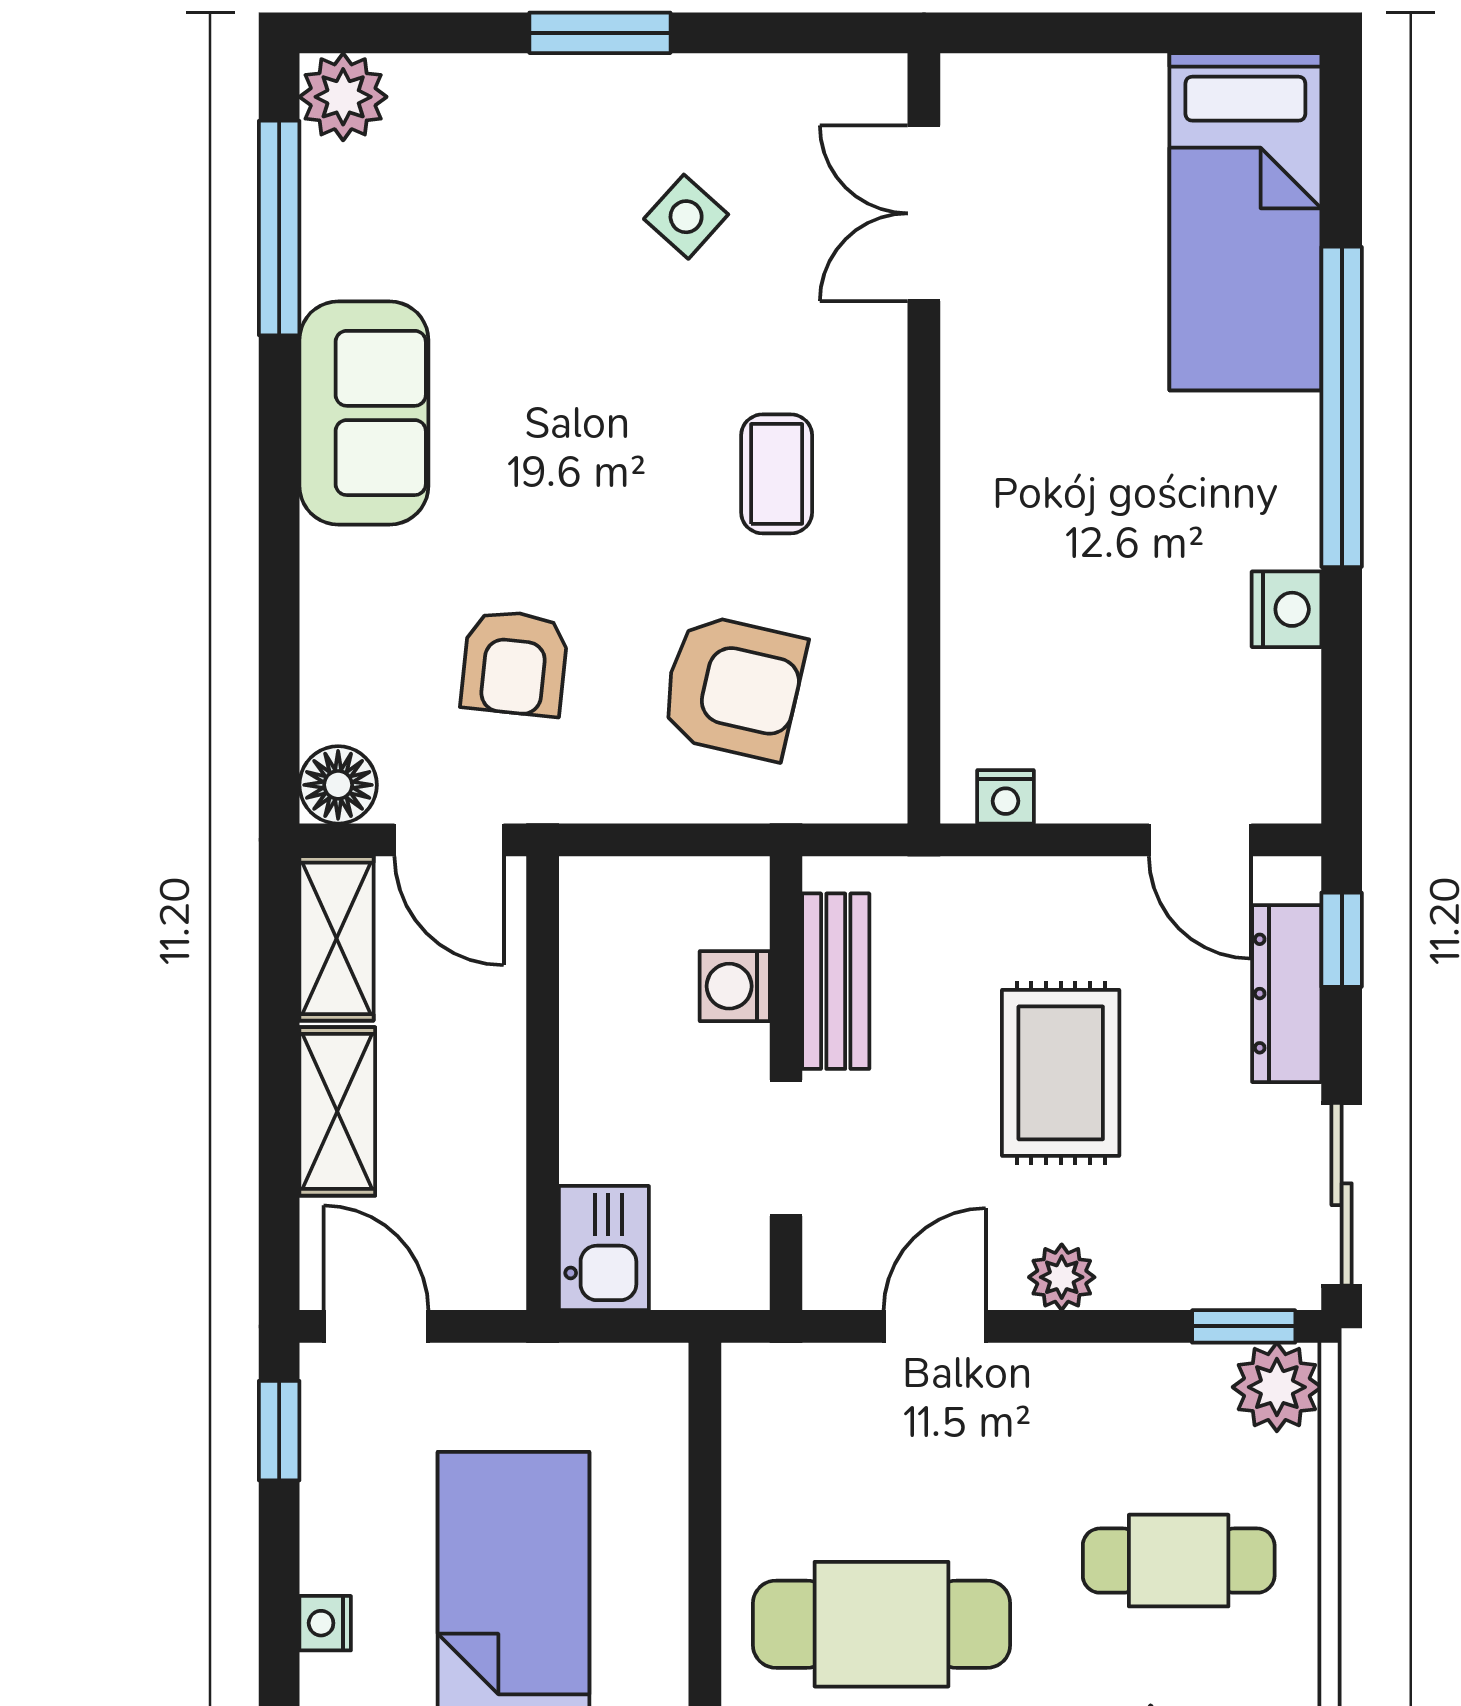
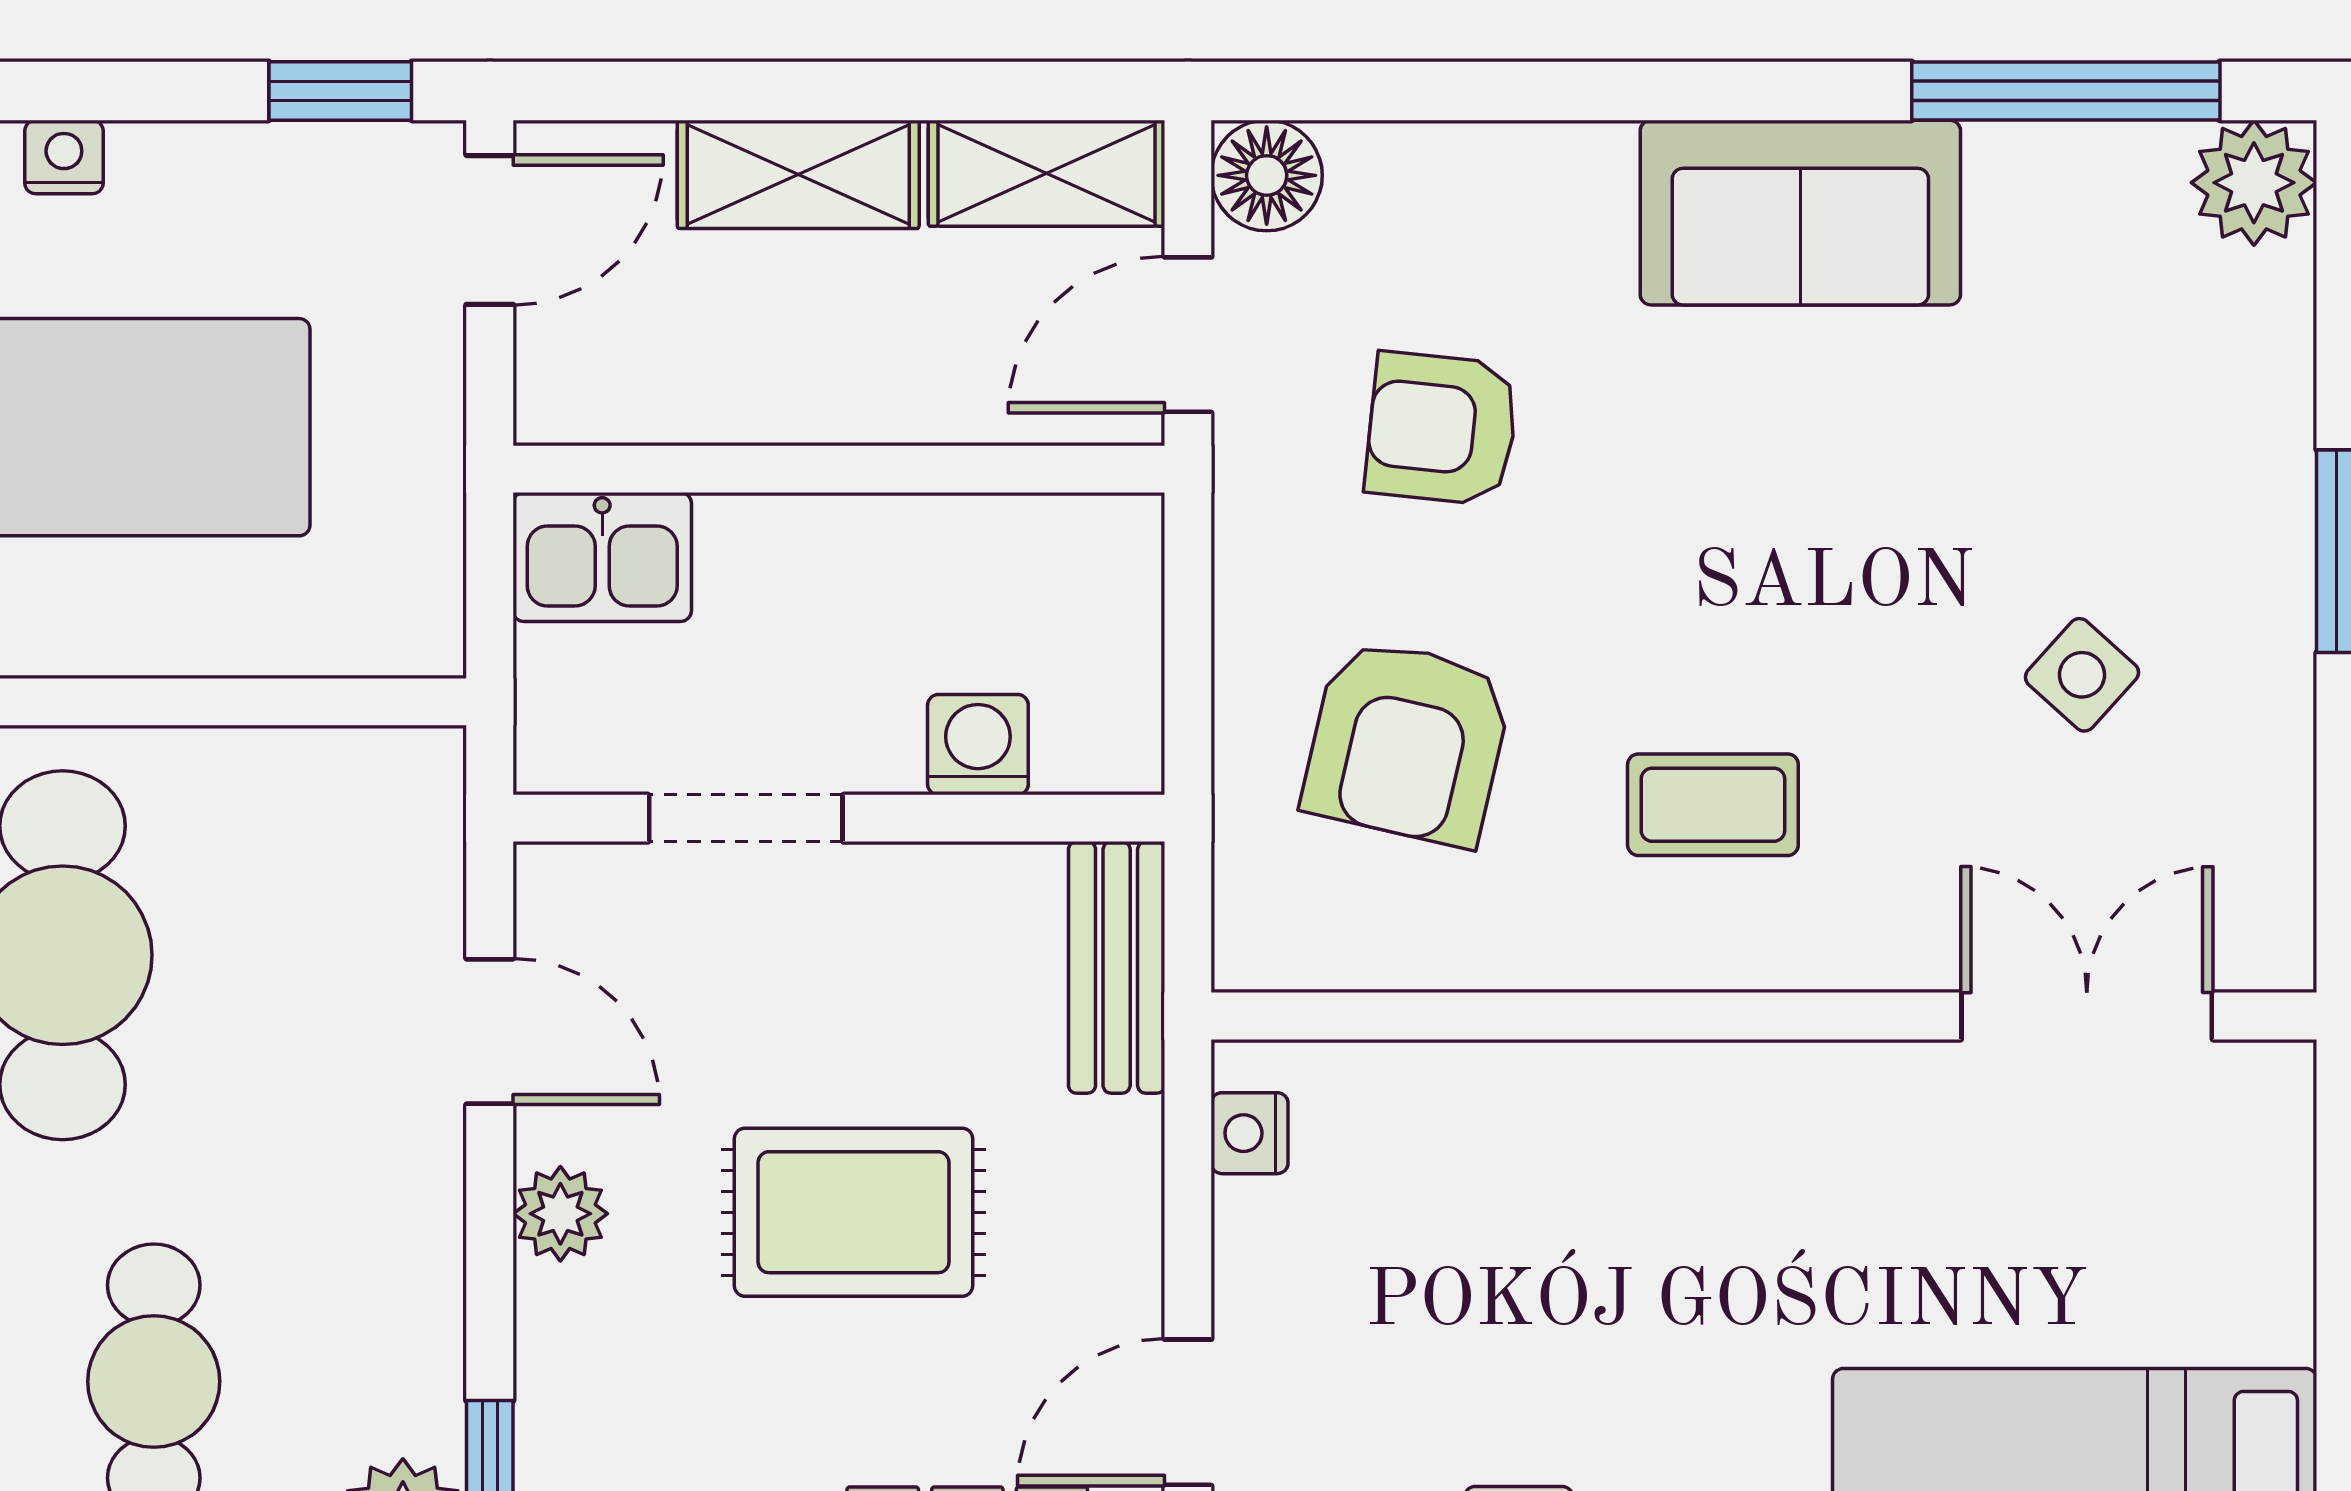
bench: (836, 981) -> (1117, 967), moved, turned 90

